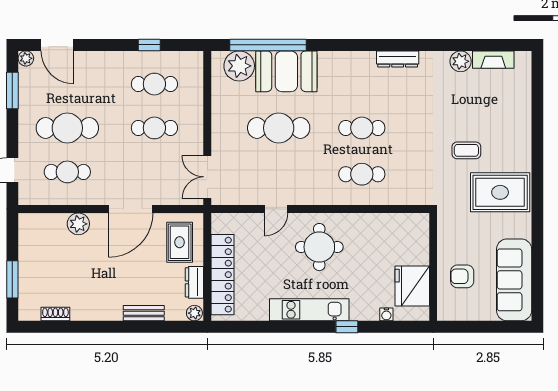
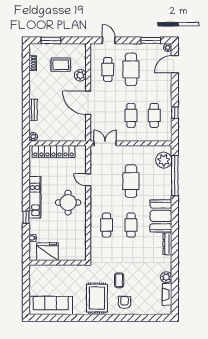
booth: (286, 71) -> (161, 216), moved
rug: (180, 242) -> (61, 65), moved
armchair: (462, 276) -> (124, 302), moved
dresser: (194, 282) -> (49, 137), removed

